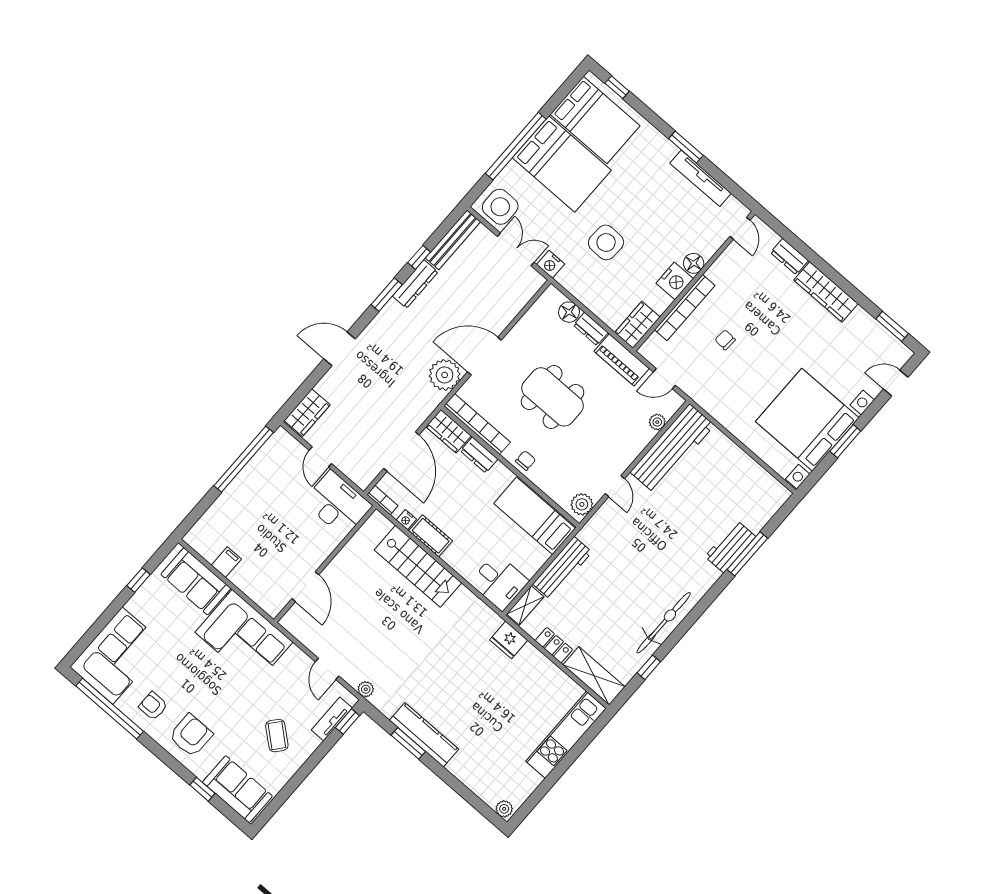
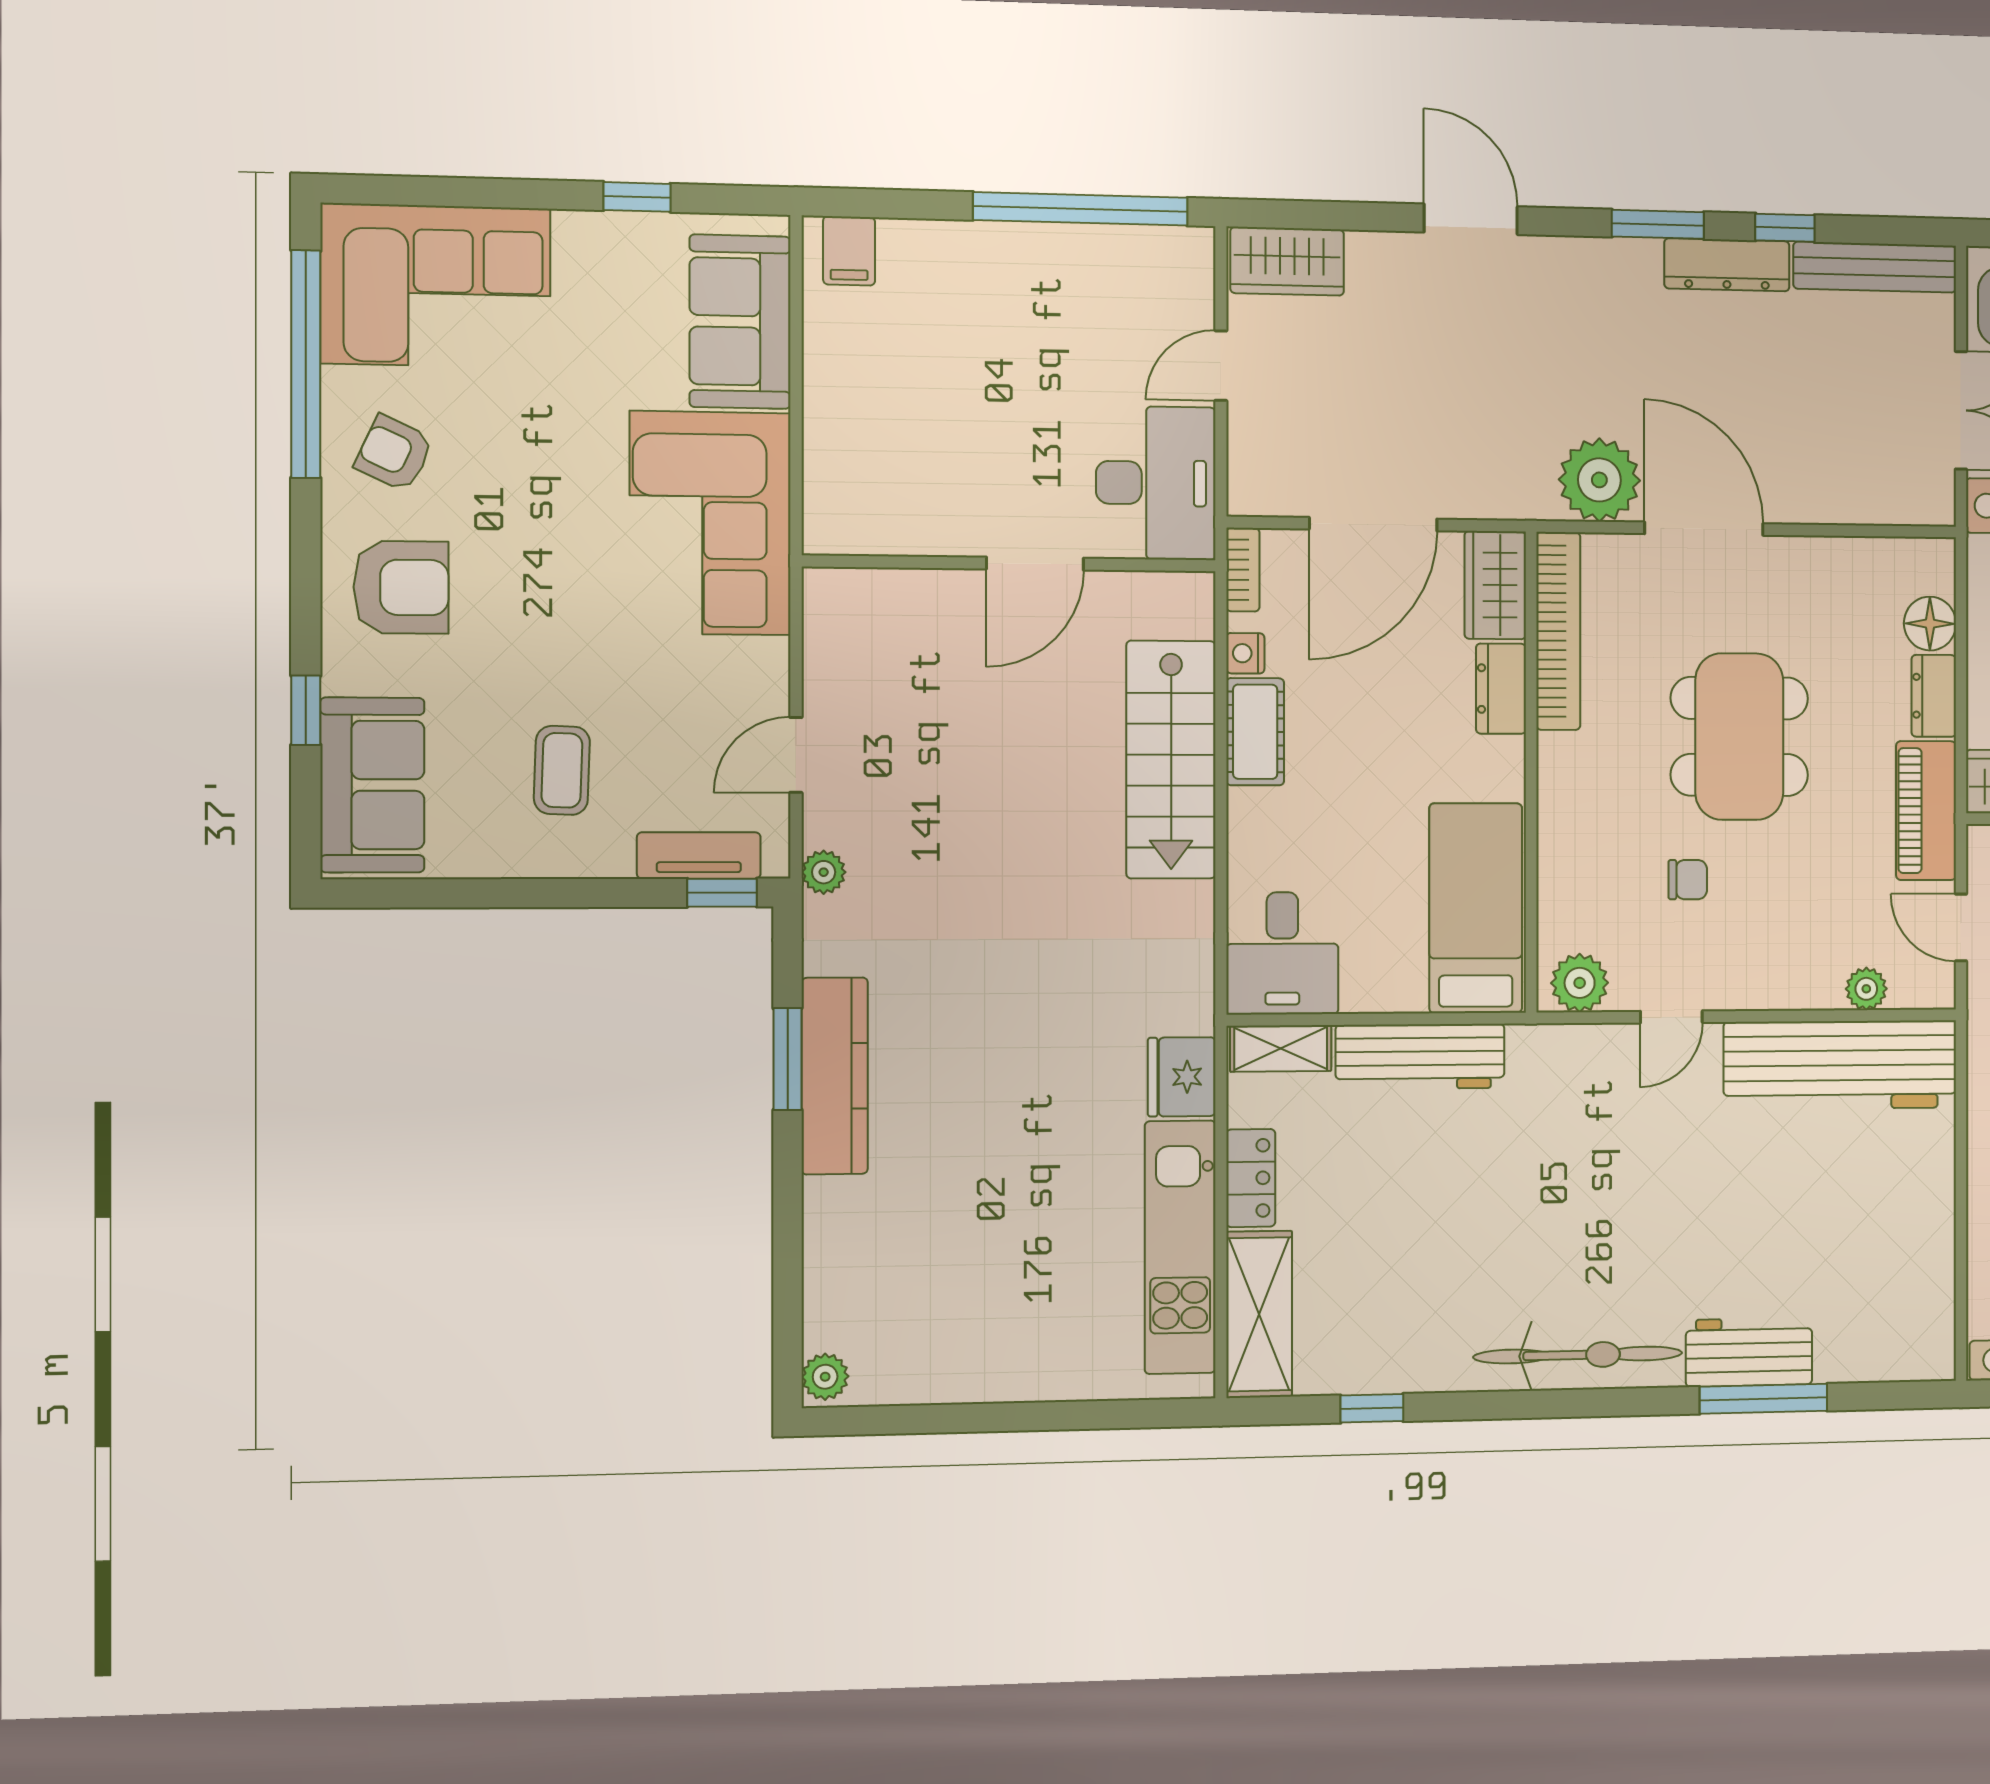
chair: (526, 461) -> (1688, 880), moved
filing cabinet: (226, 562) -> (849, 251), moved, turned 90
door: (305, 587) -> (1035, 564), moved
bicycle: (664, 623) -> (1578, 1355), moved
armchair: (153, 706) -> (394, 453), turned -65
kitchen unit: (566, 735) -> (1180, 1247), moved, turned -90
coffee table: (277, 736) -> (562, 770), turned -38

